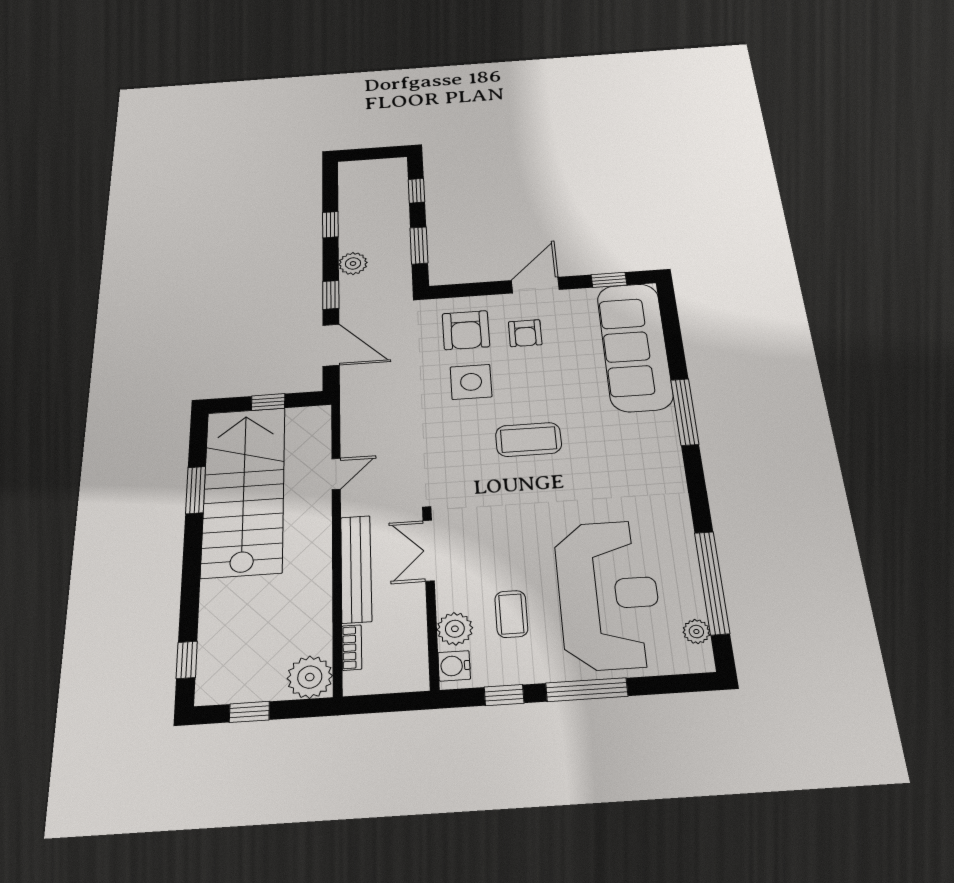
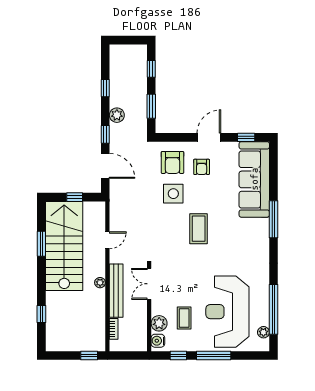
coffee table: (529, 440) -> (199, 229), turned 90
reception desk: (608, 594) -> (227, 312), turned 180
window: (187, 660) -> (41, 314), moved
plant: (310, 677) -> (100, 283), moved, width x0.53, depth x0.53
window: (249, 712) -> (89, 356), moved

